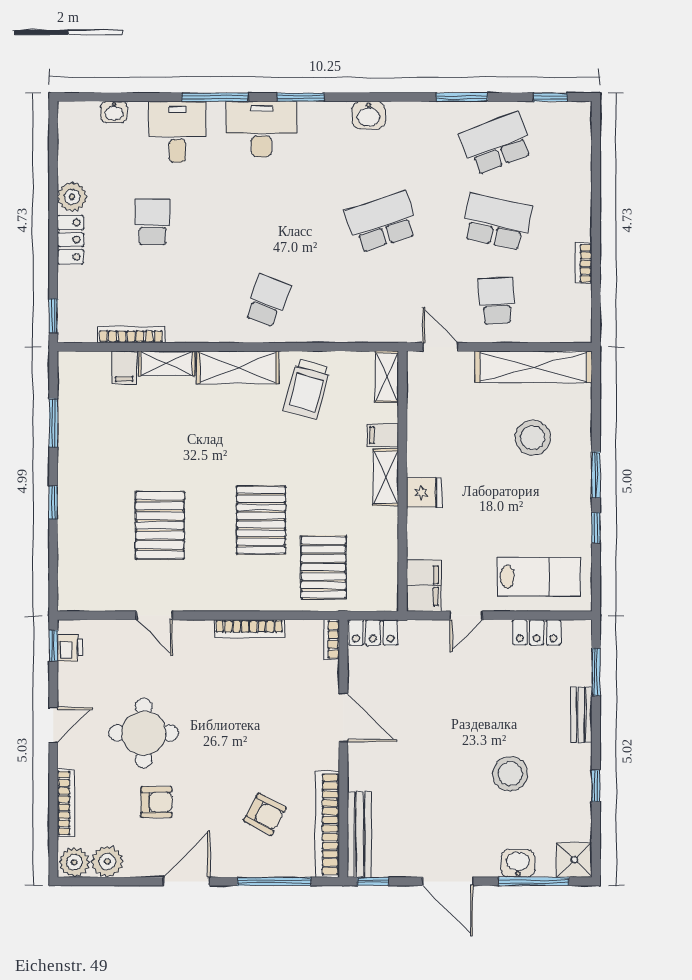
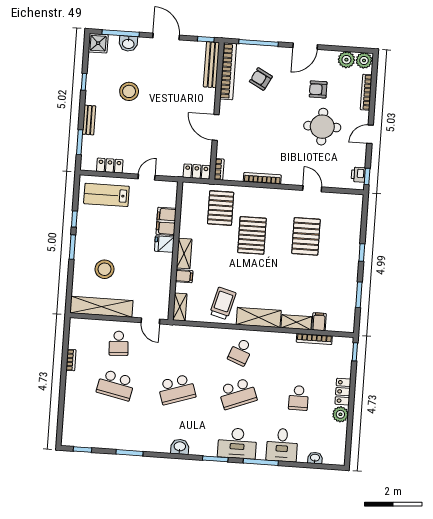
school desk: (497, 143) -> (238, 394), moved
filing cabinet: (424, 586) -> (166, 221), moved

